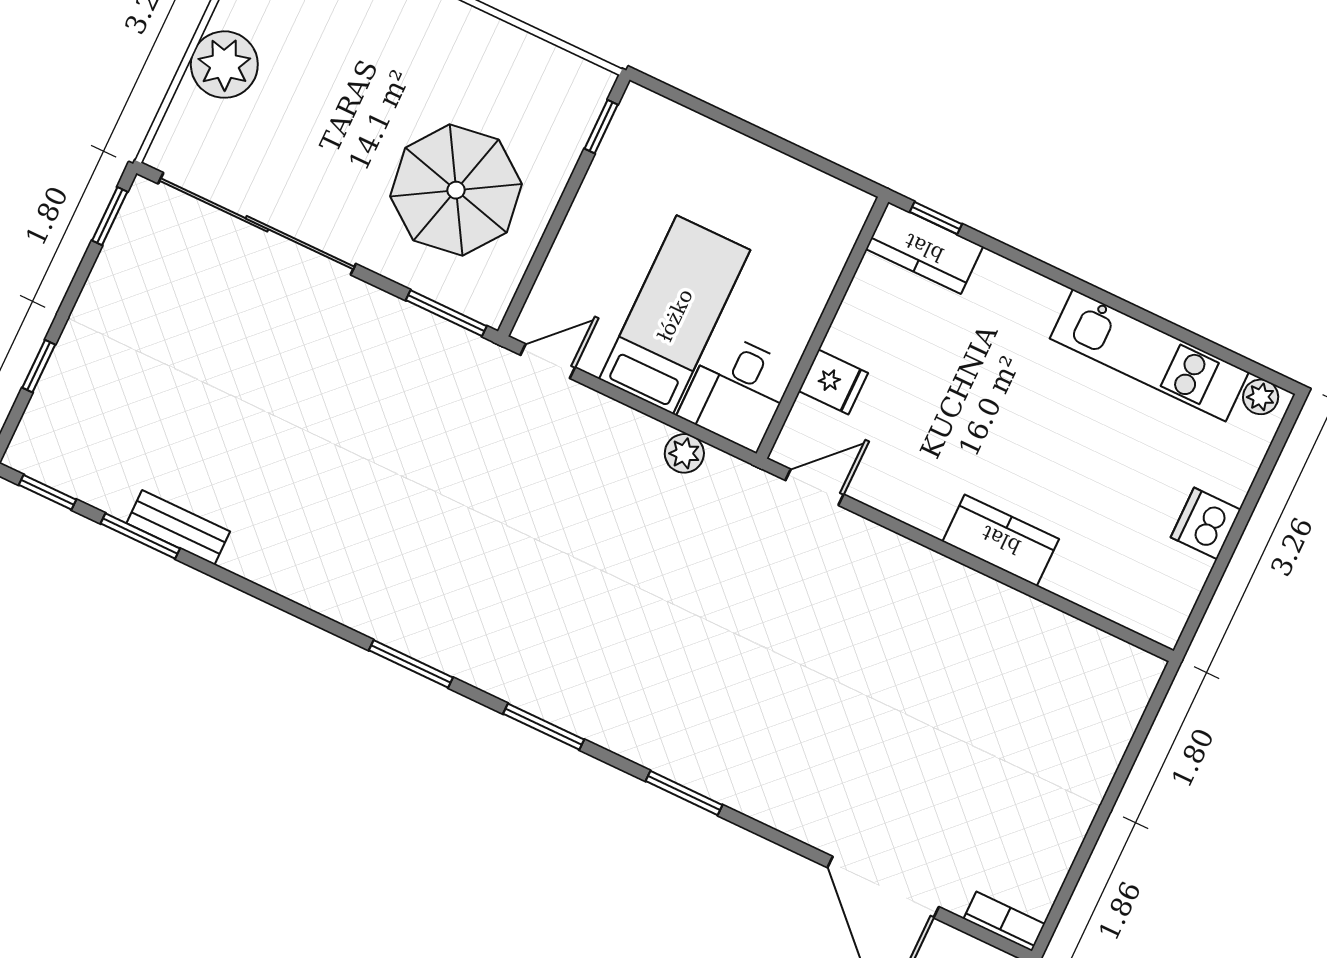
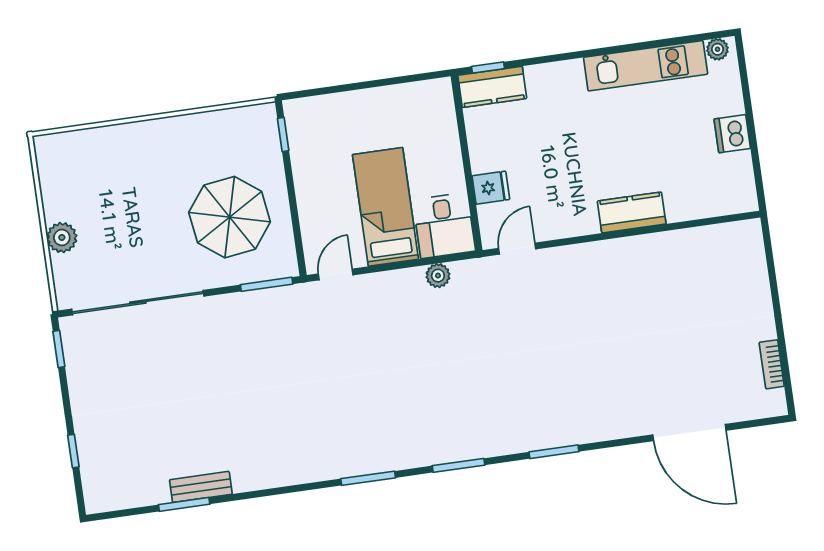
plant: (224, 65) -> (62, 238), width x0.73, depth x0.73
window: (47, 492) -> (121, 513), removed
bookcase: (1004, 921) -> (772, 364), moved, turned -90

